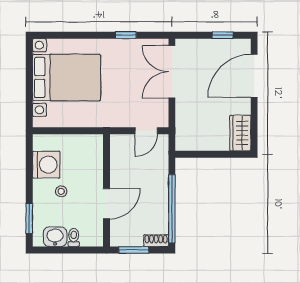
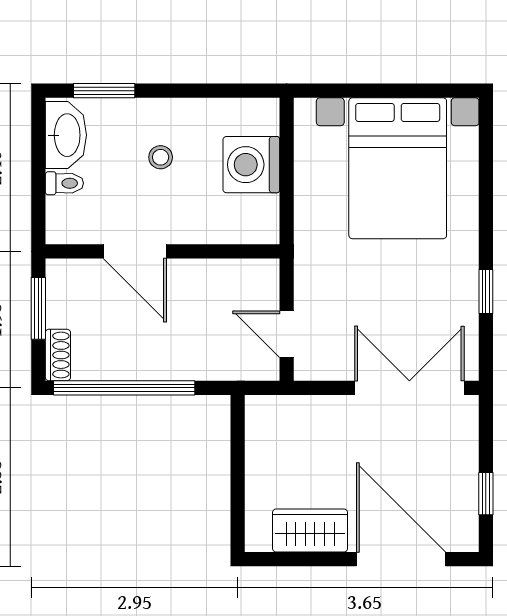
wardrobe: (240, 133) -> (310, 530), moved
washing machine: (46, 165) -> (251, 165), moved, turned 90
washbasin: (55, 237) -> (66, 135), width x1.38

